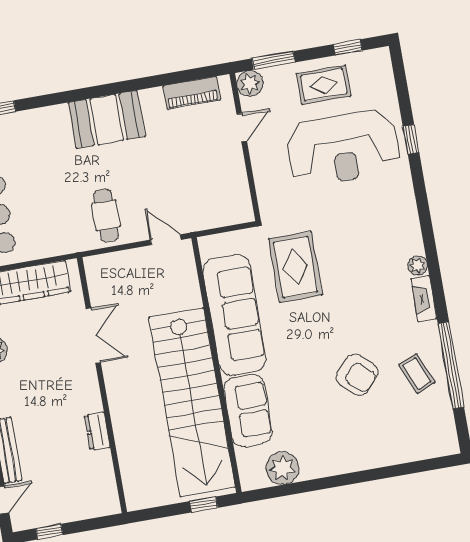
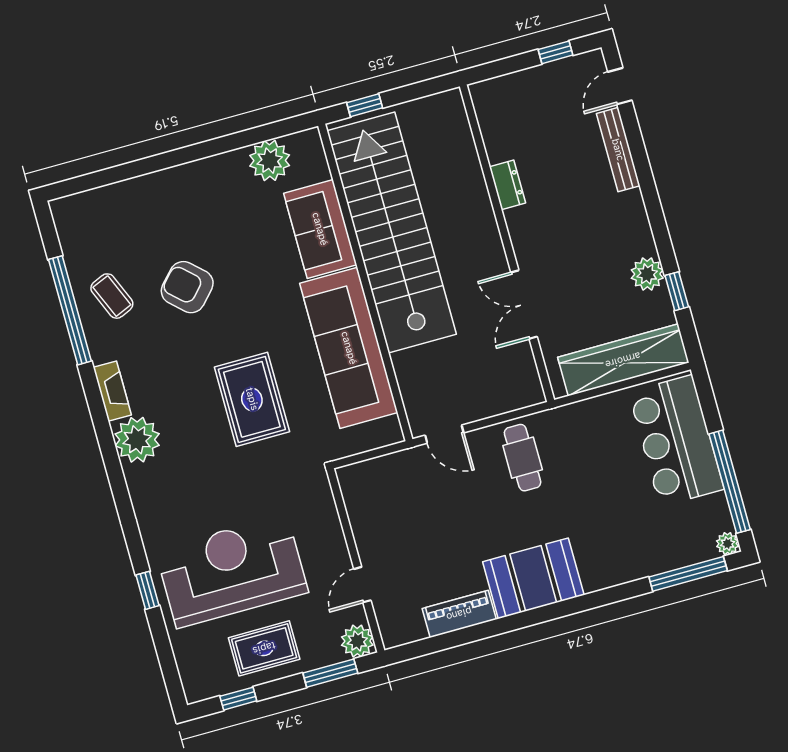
piano: (192, 93) -> (459, 614), moved
plant: (418, 265) -> (137, 440), width x1.87, depth x1.87
rug: (295, 267) -> (252, 399), moved

